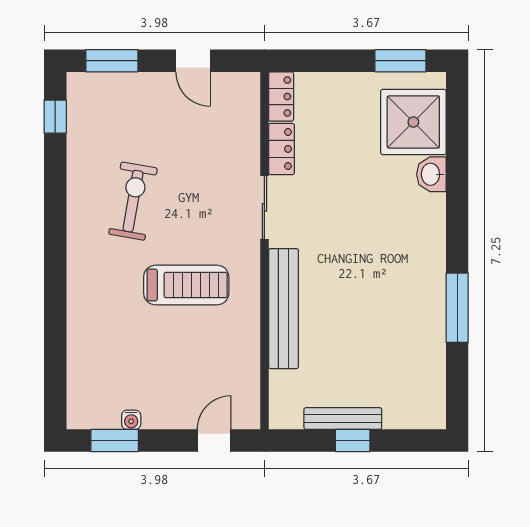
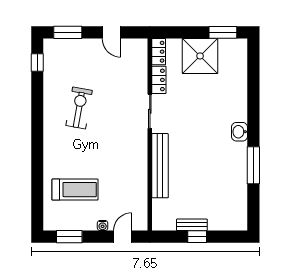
shower: (413, 122) -> (200, 56), moved
washbasin: (431, 174) -> (239, 132), moved
treadmill: (186, 285) -> (75, 190), moved
bench: (343, 419) -> (192, 225), width x0.73
water cooler: (131, 420) -> (103, 225), moved

